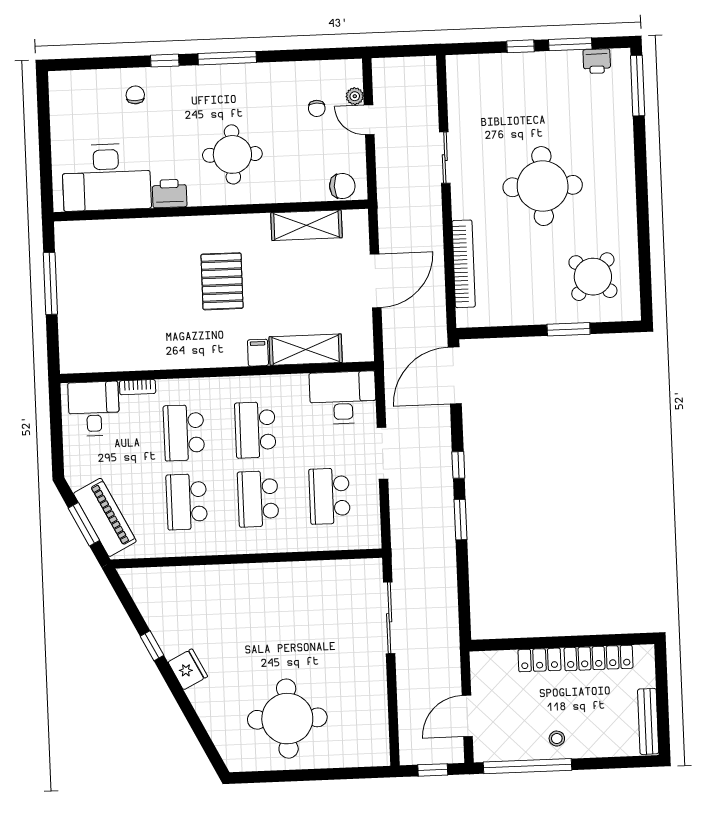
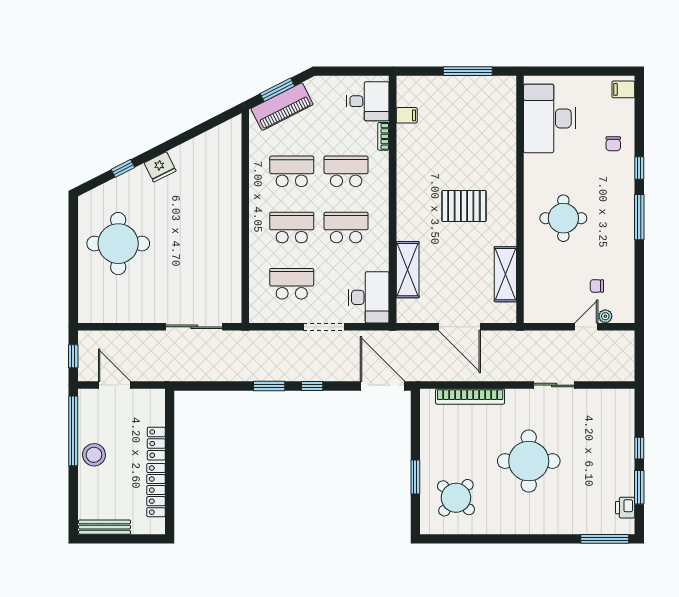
filing cabinet: (66, 85) -> (623, 89), added
chair: (135, 95) -> (613, 144), turned 90
chair: (342, 186) -> (535, 304), removed
printer: (170, 193) -> (535, 168), removed
filing cabinet: (258, 353) -> (407, 115), moved
window: (152, 646) -> (123, 168), moved
stool: (557, 739) -> (94, 455), width x1.89, depth x1.89

